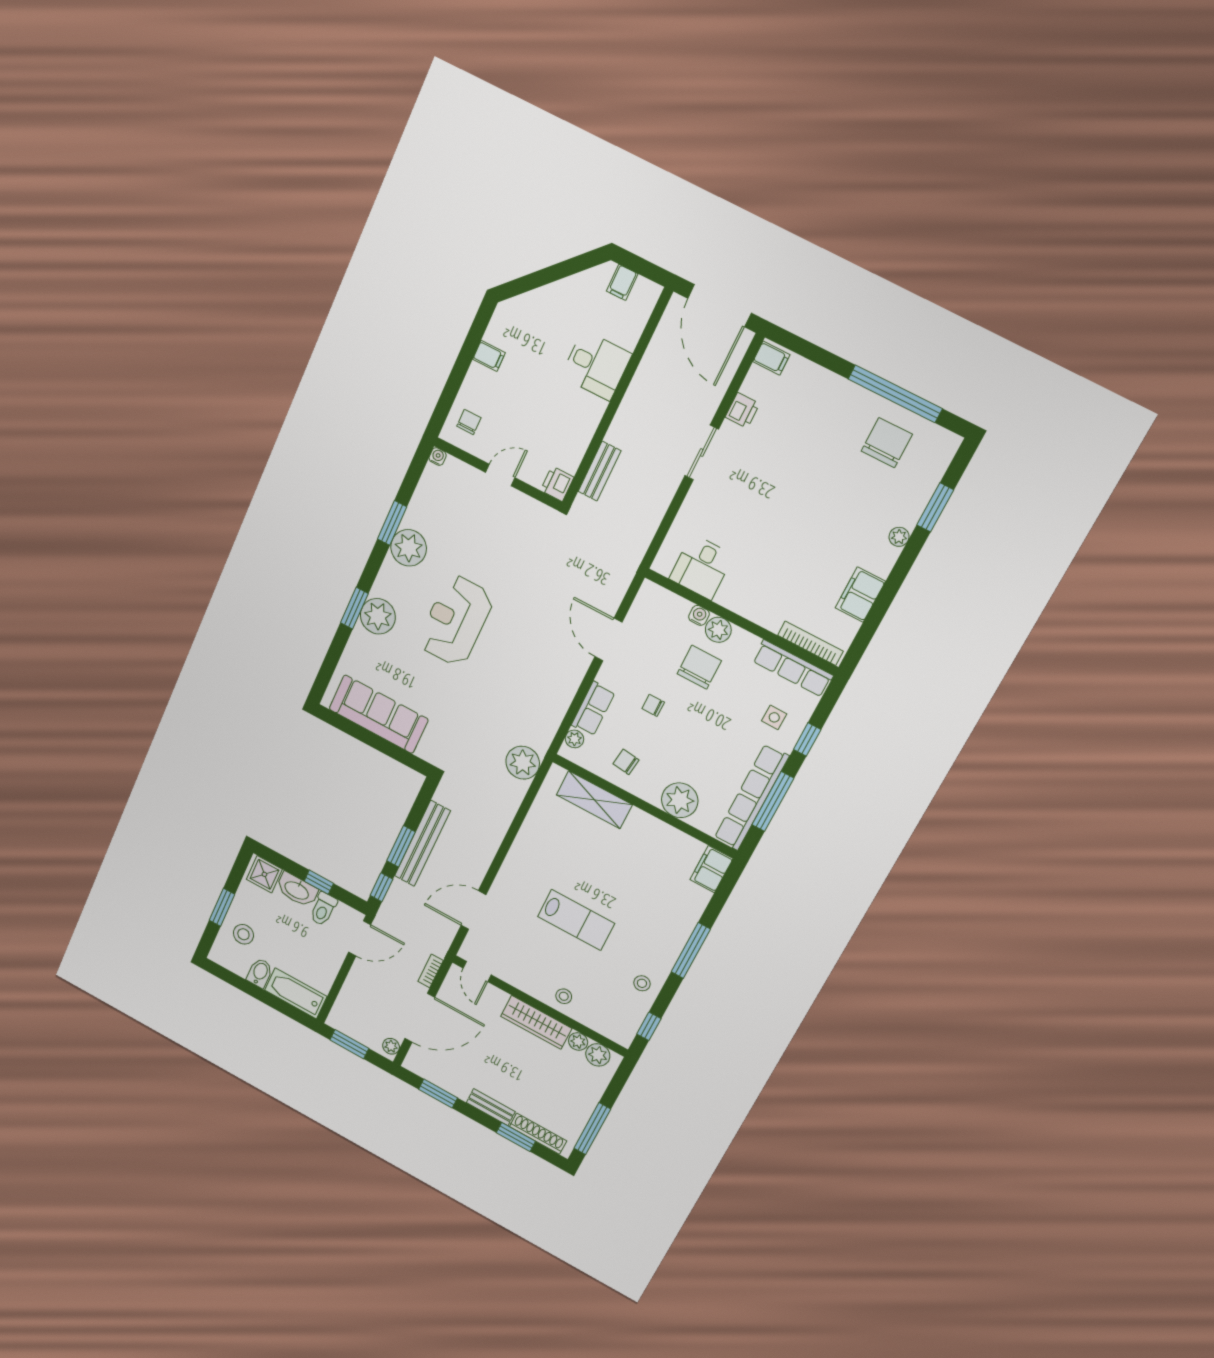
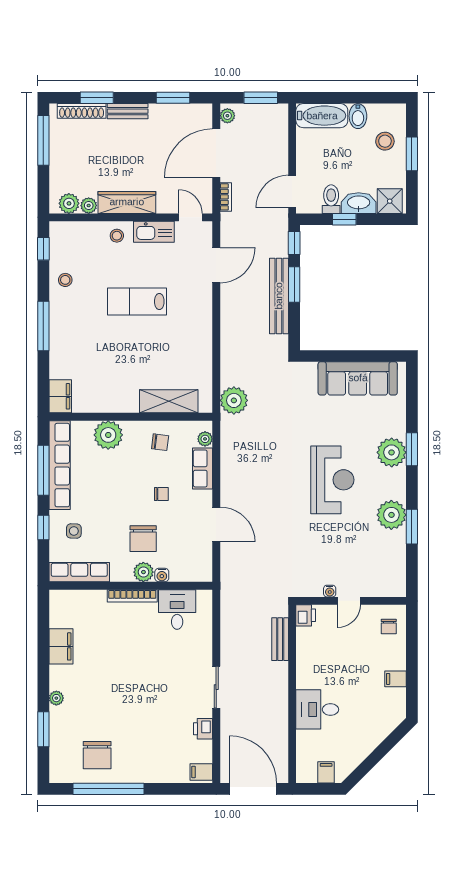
water cooler: (438, 457) -> (330, 591), moved
bookcase: (810, 643) -> (132, 596), moved
kitchen sink: (523, 979) -> (154, 232), added

